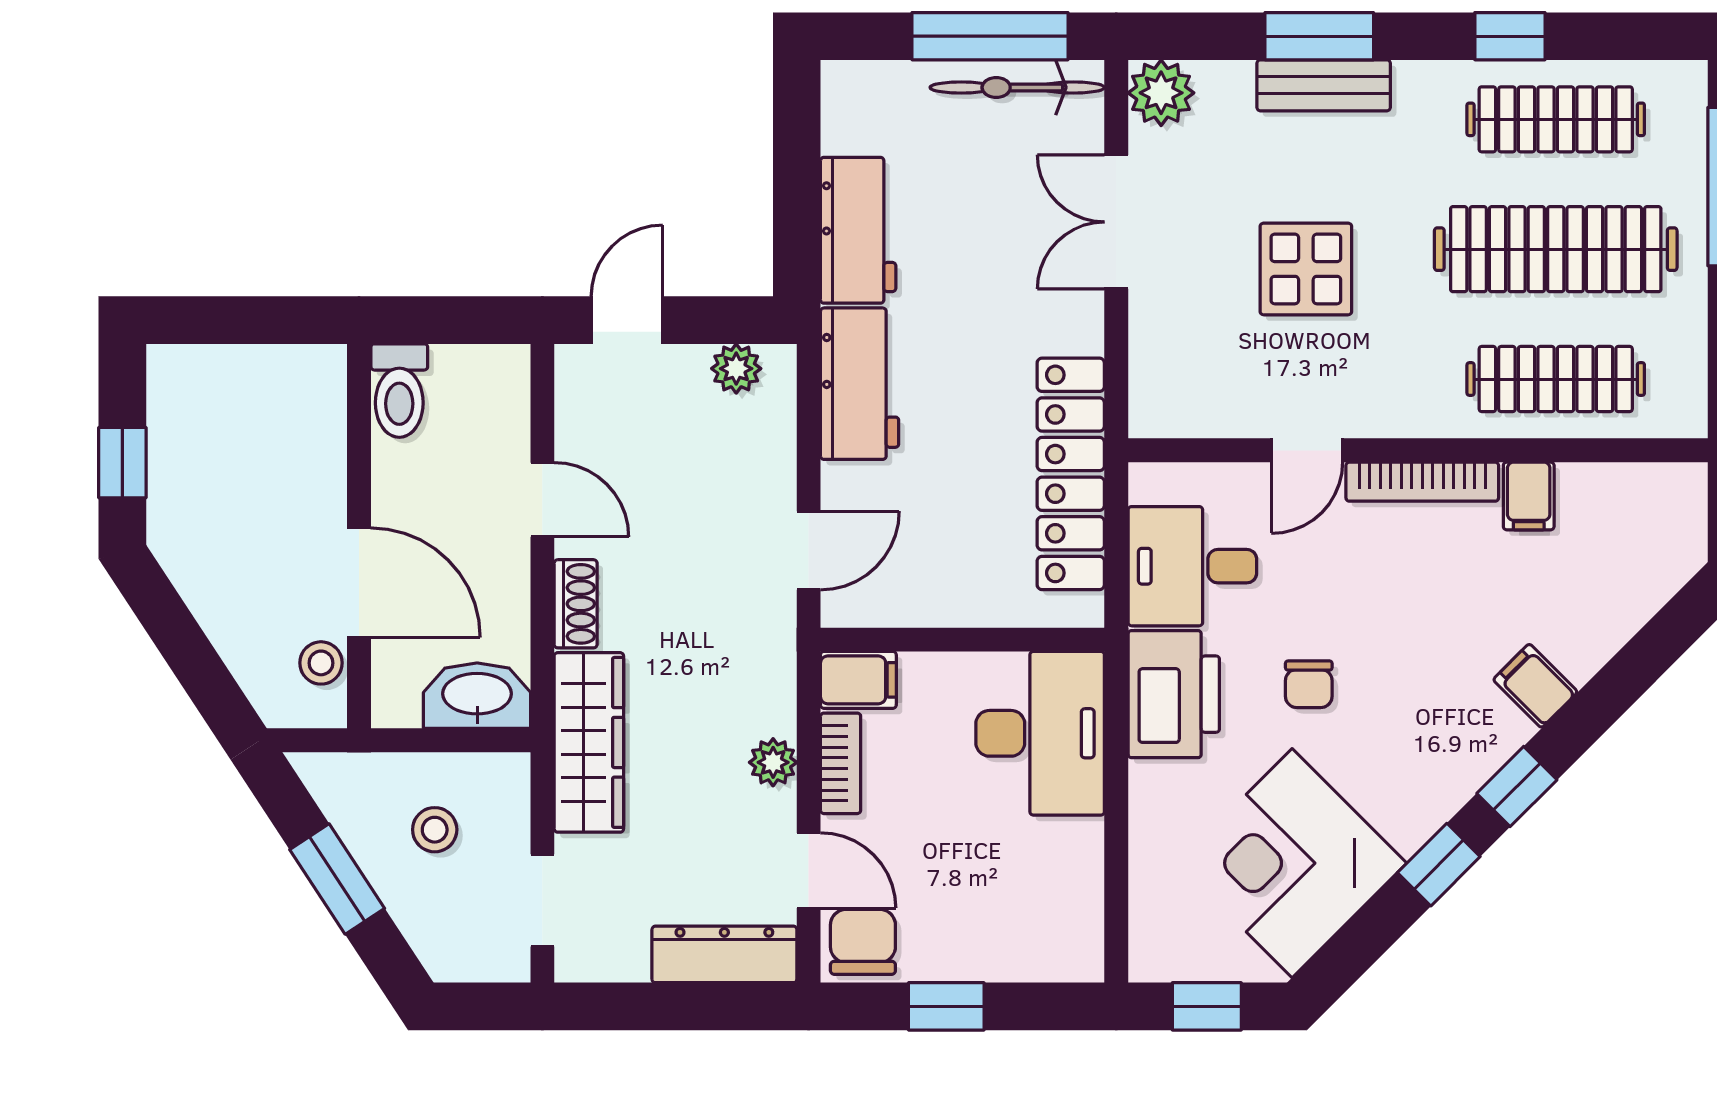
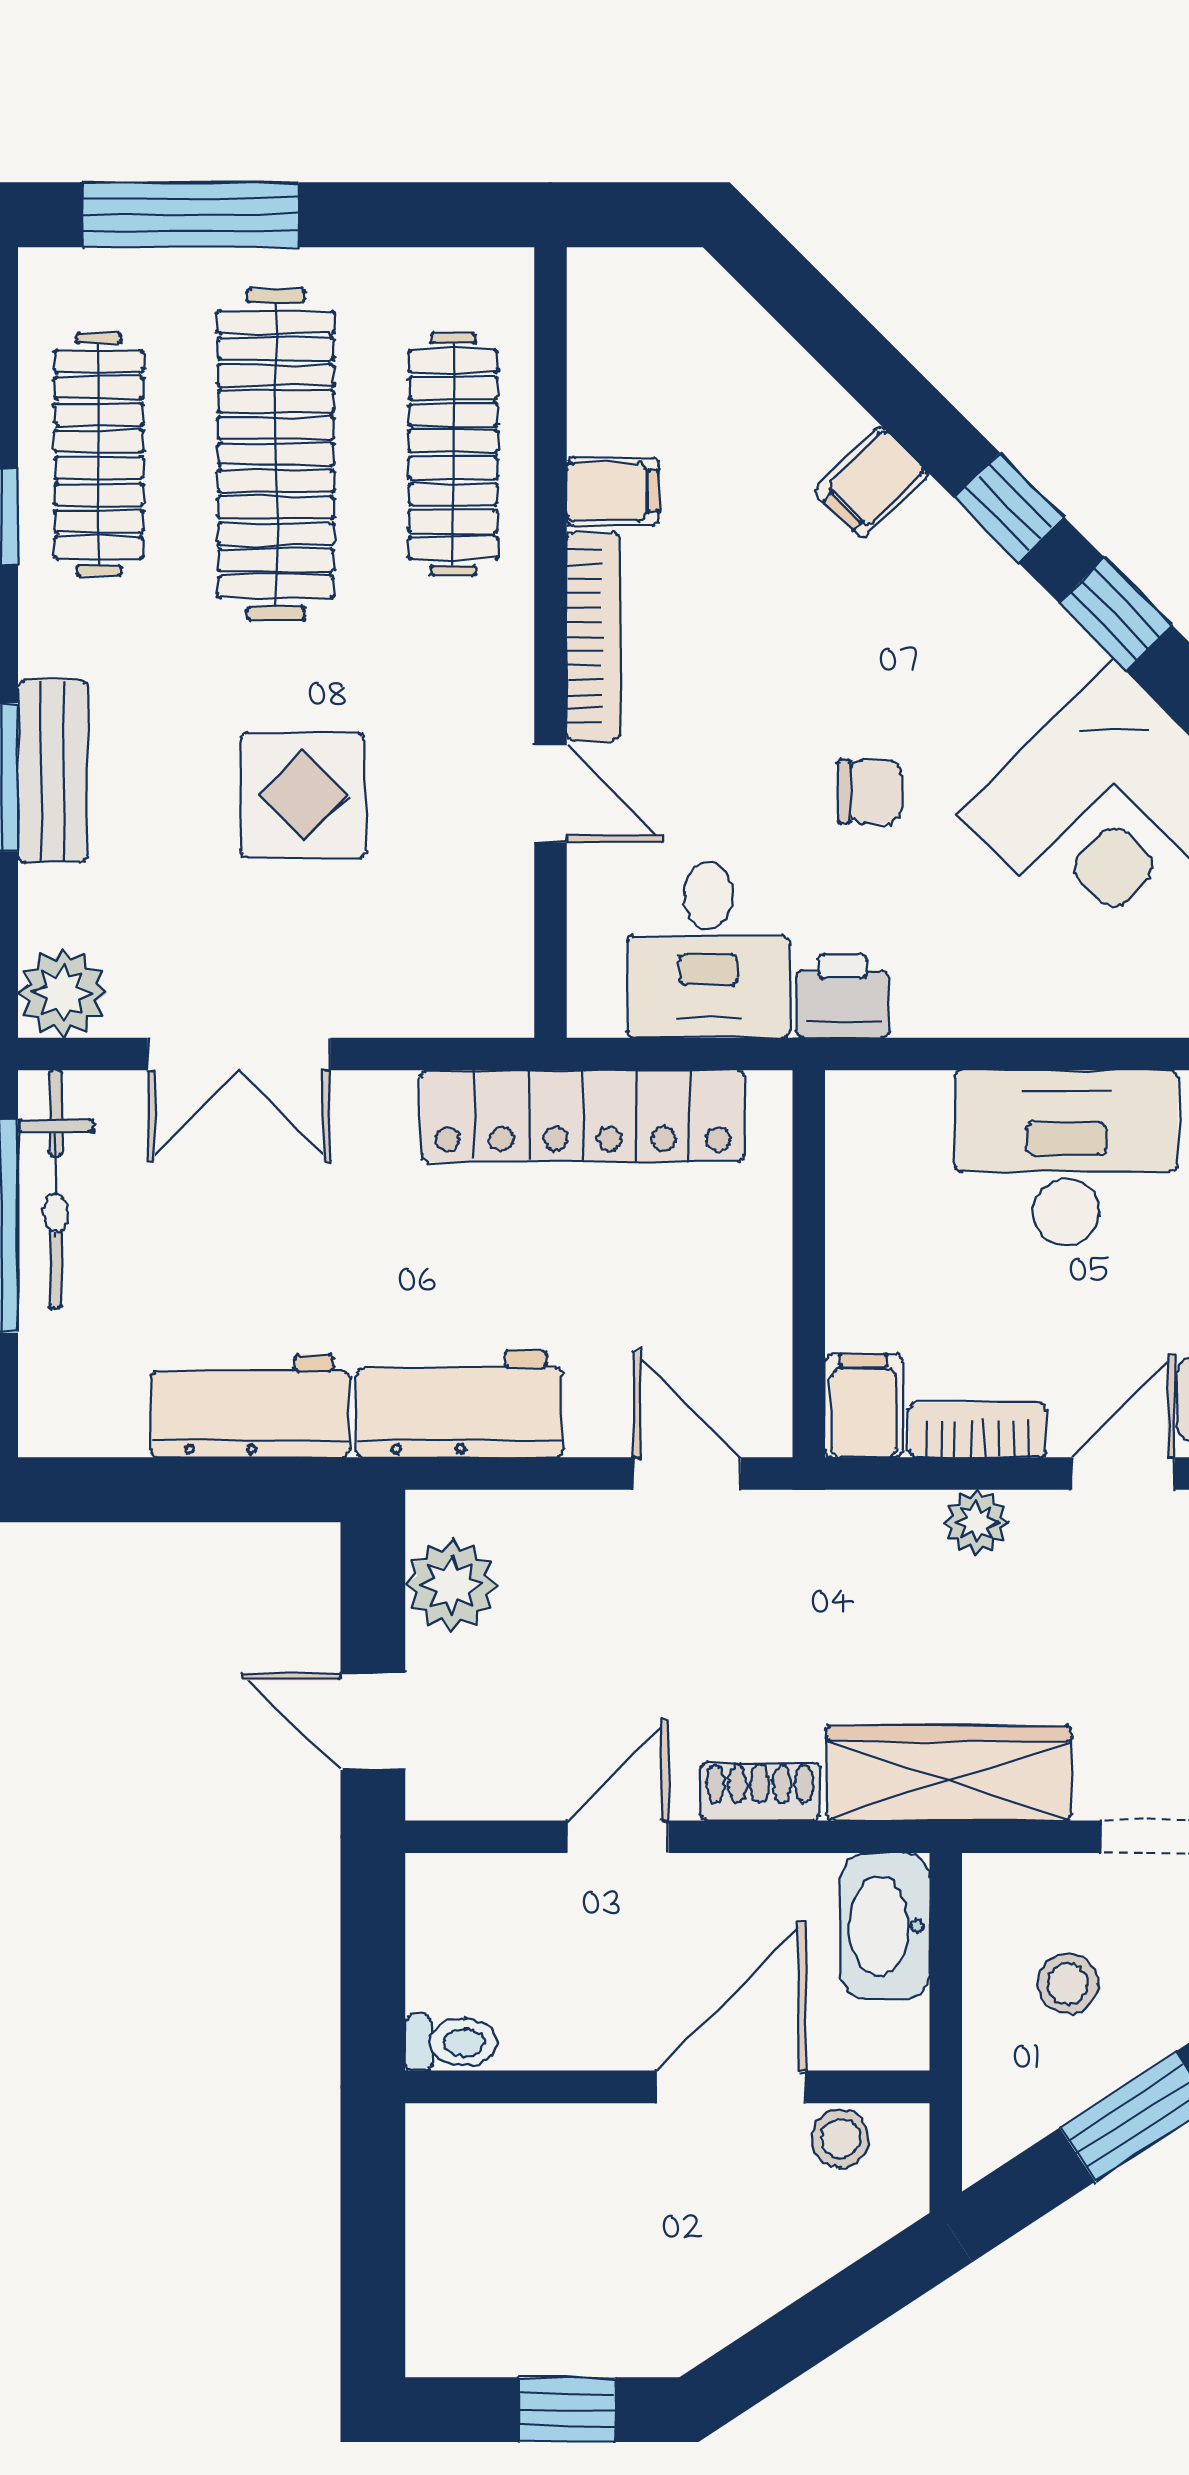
plant: (736, 369) -> (452, 1585), width x1.38, depth x1.38
toilet: (399, 391) -> (451, 2042), width x0.73, depth x0.72
printer: (1174, 694) -> (843, 996), width x0.53, depth x0.68
desk: (1040, 733) -> (1066, 1158), moved

